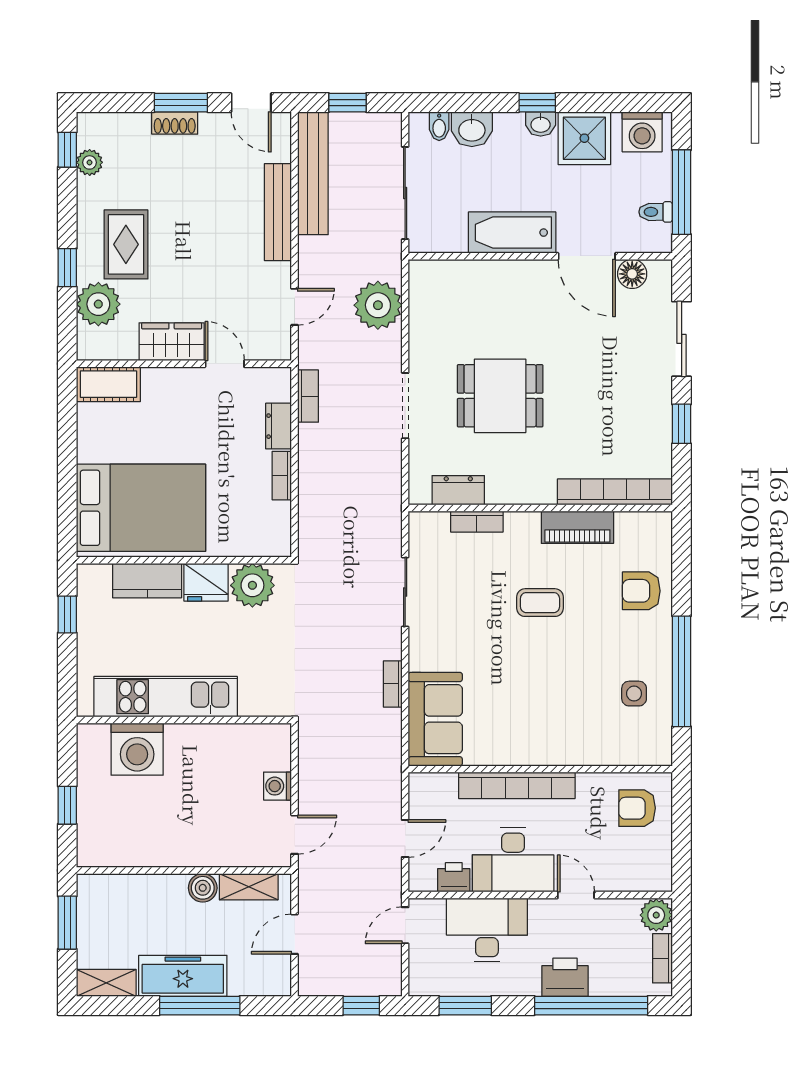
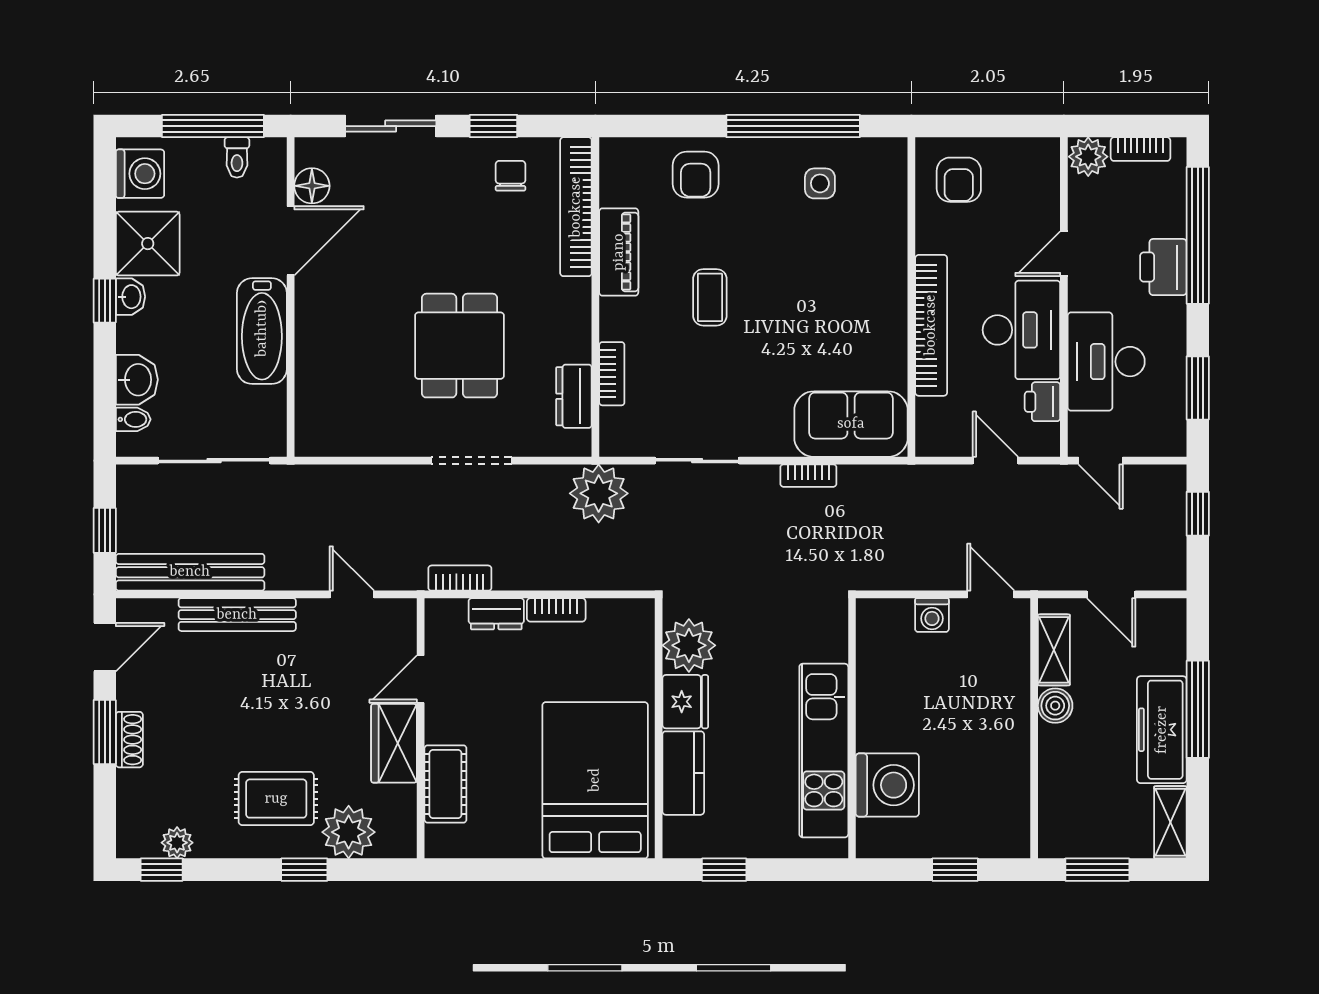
plant: (378, 305) -> (599, 493), moved
cot: (108, 384) -> (445, 784), moved
chair: (640, 438) -> (510, 176), added

